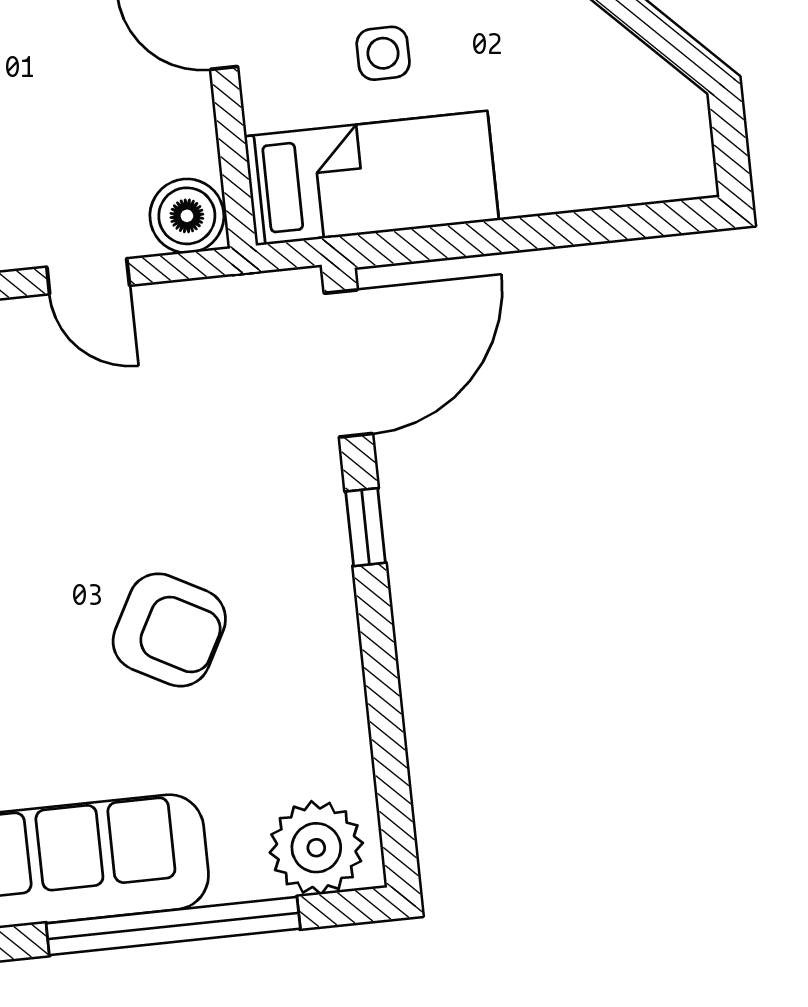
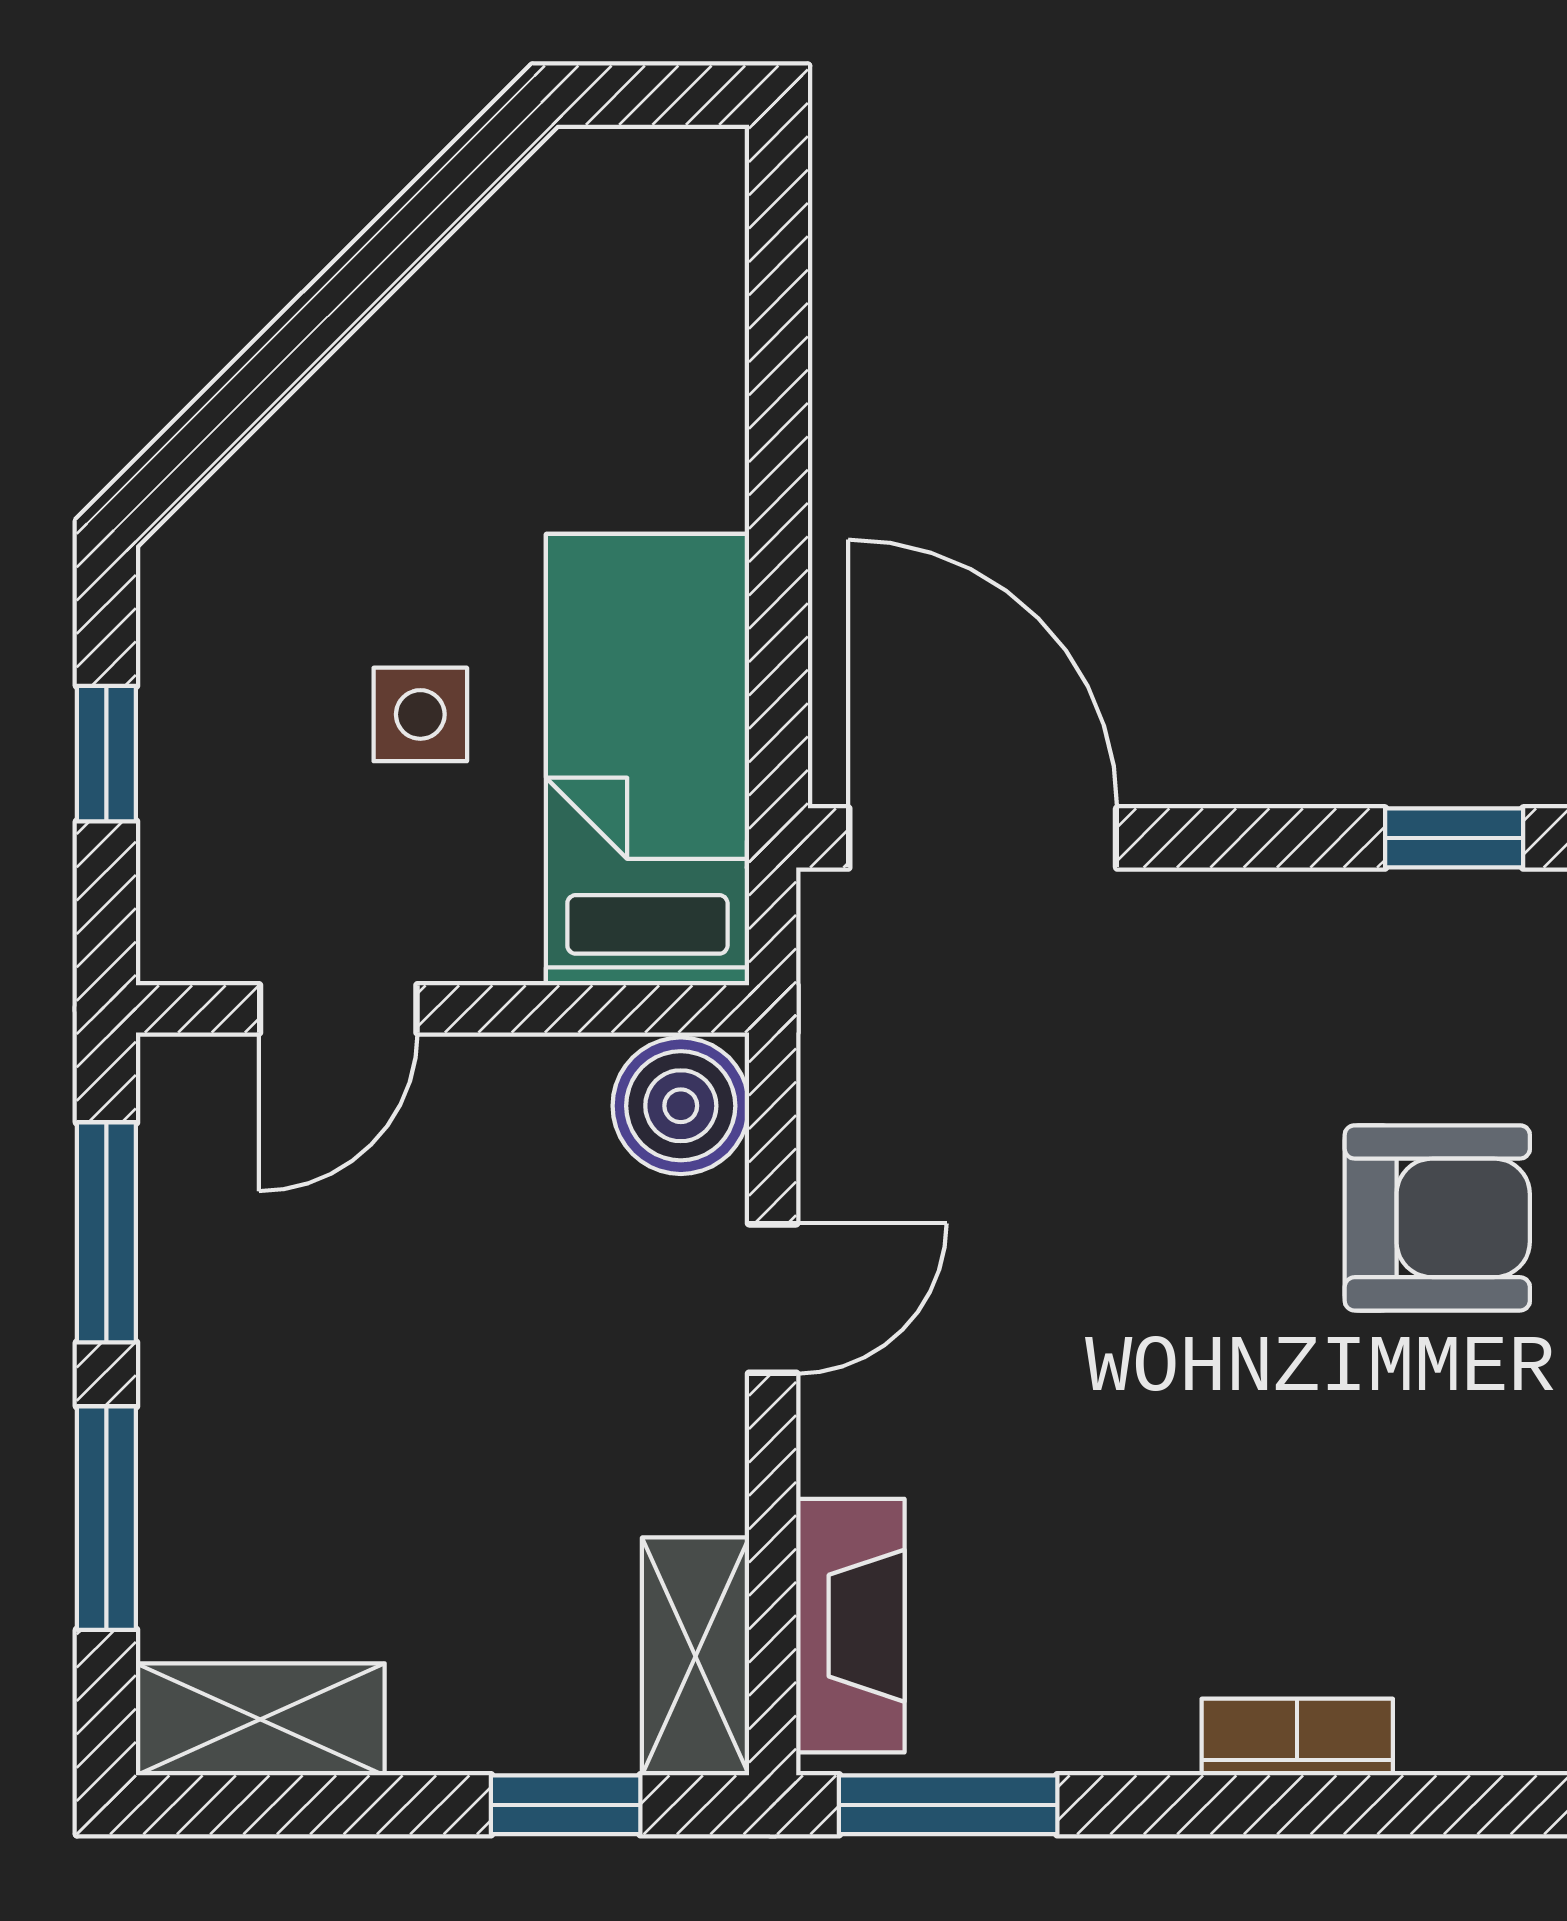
window: (366, 527) -> (1454, 838), moved
armchair: (169, 630) -> (1437, 1218), turned 62

